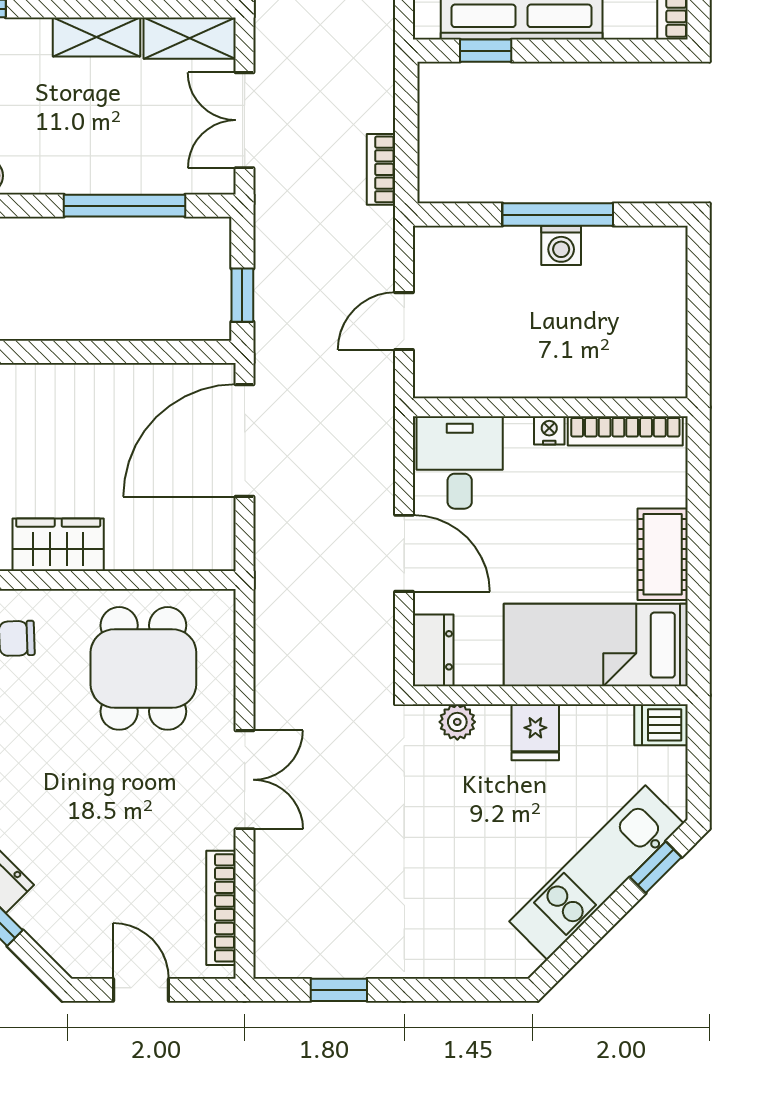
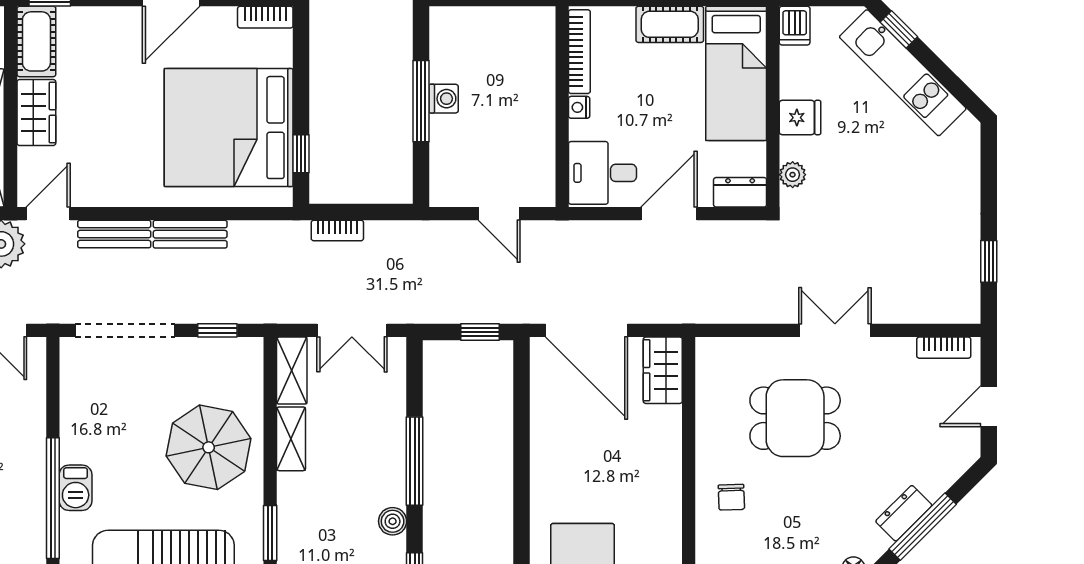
bookcase: (381, 169) -> (337, 231), moved
window: (124, 206) -> (415, 461), moved
wardrobe: (58, 545) -> (663, 370), moved
dining table: (143, 668) -> (795, 418), moved
bookcase: (221, 908) -> (944, 348), width x0.64

